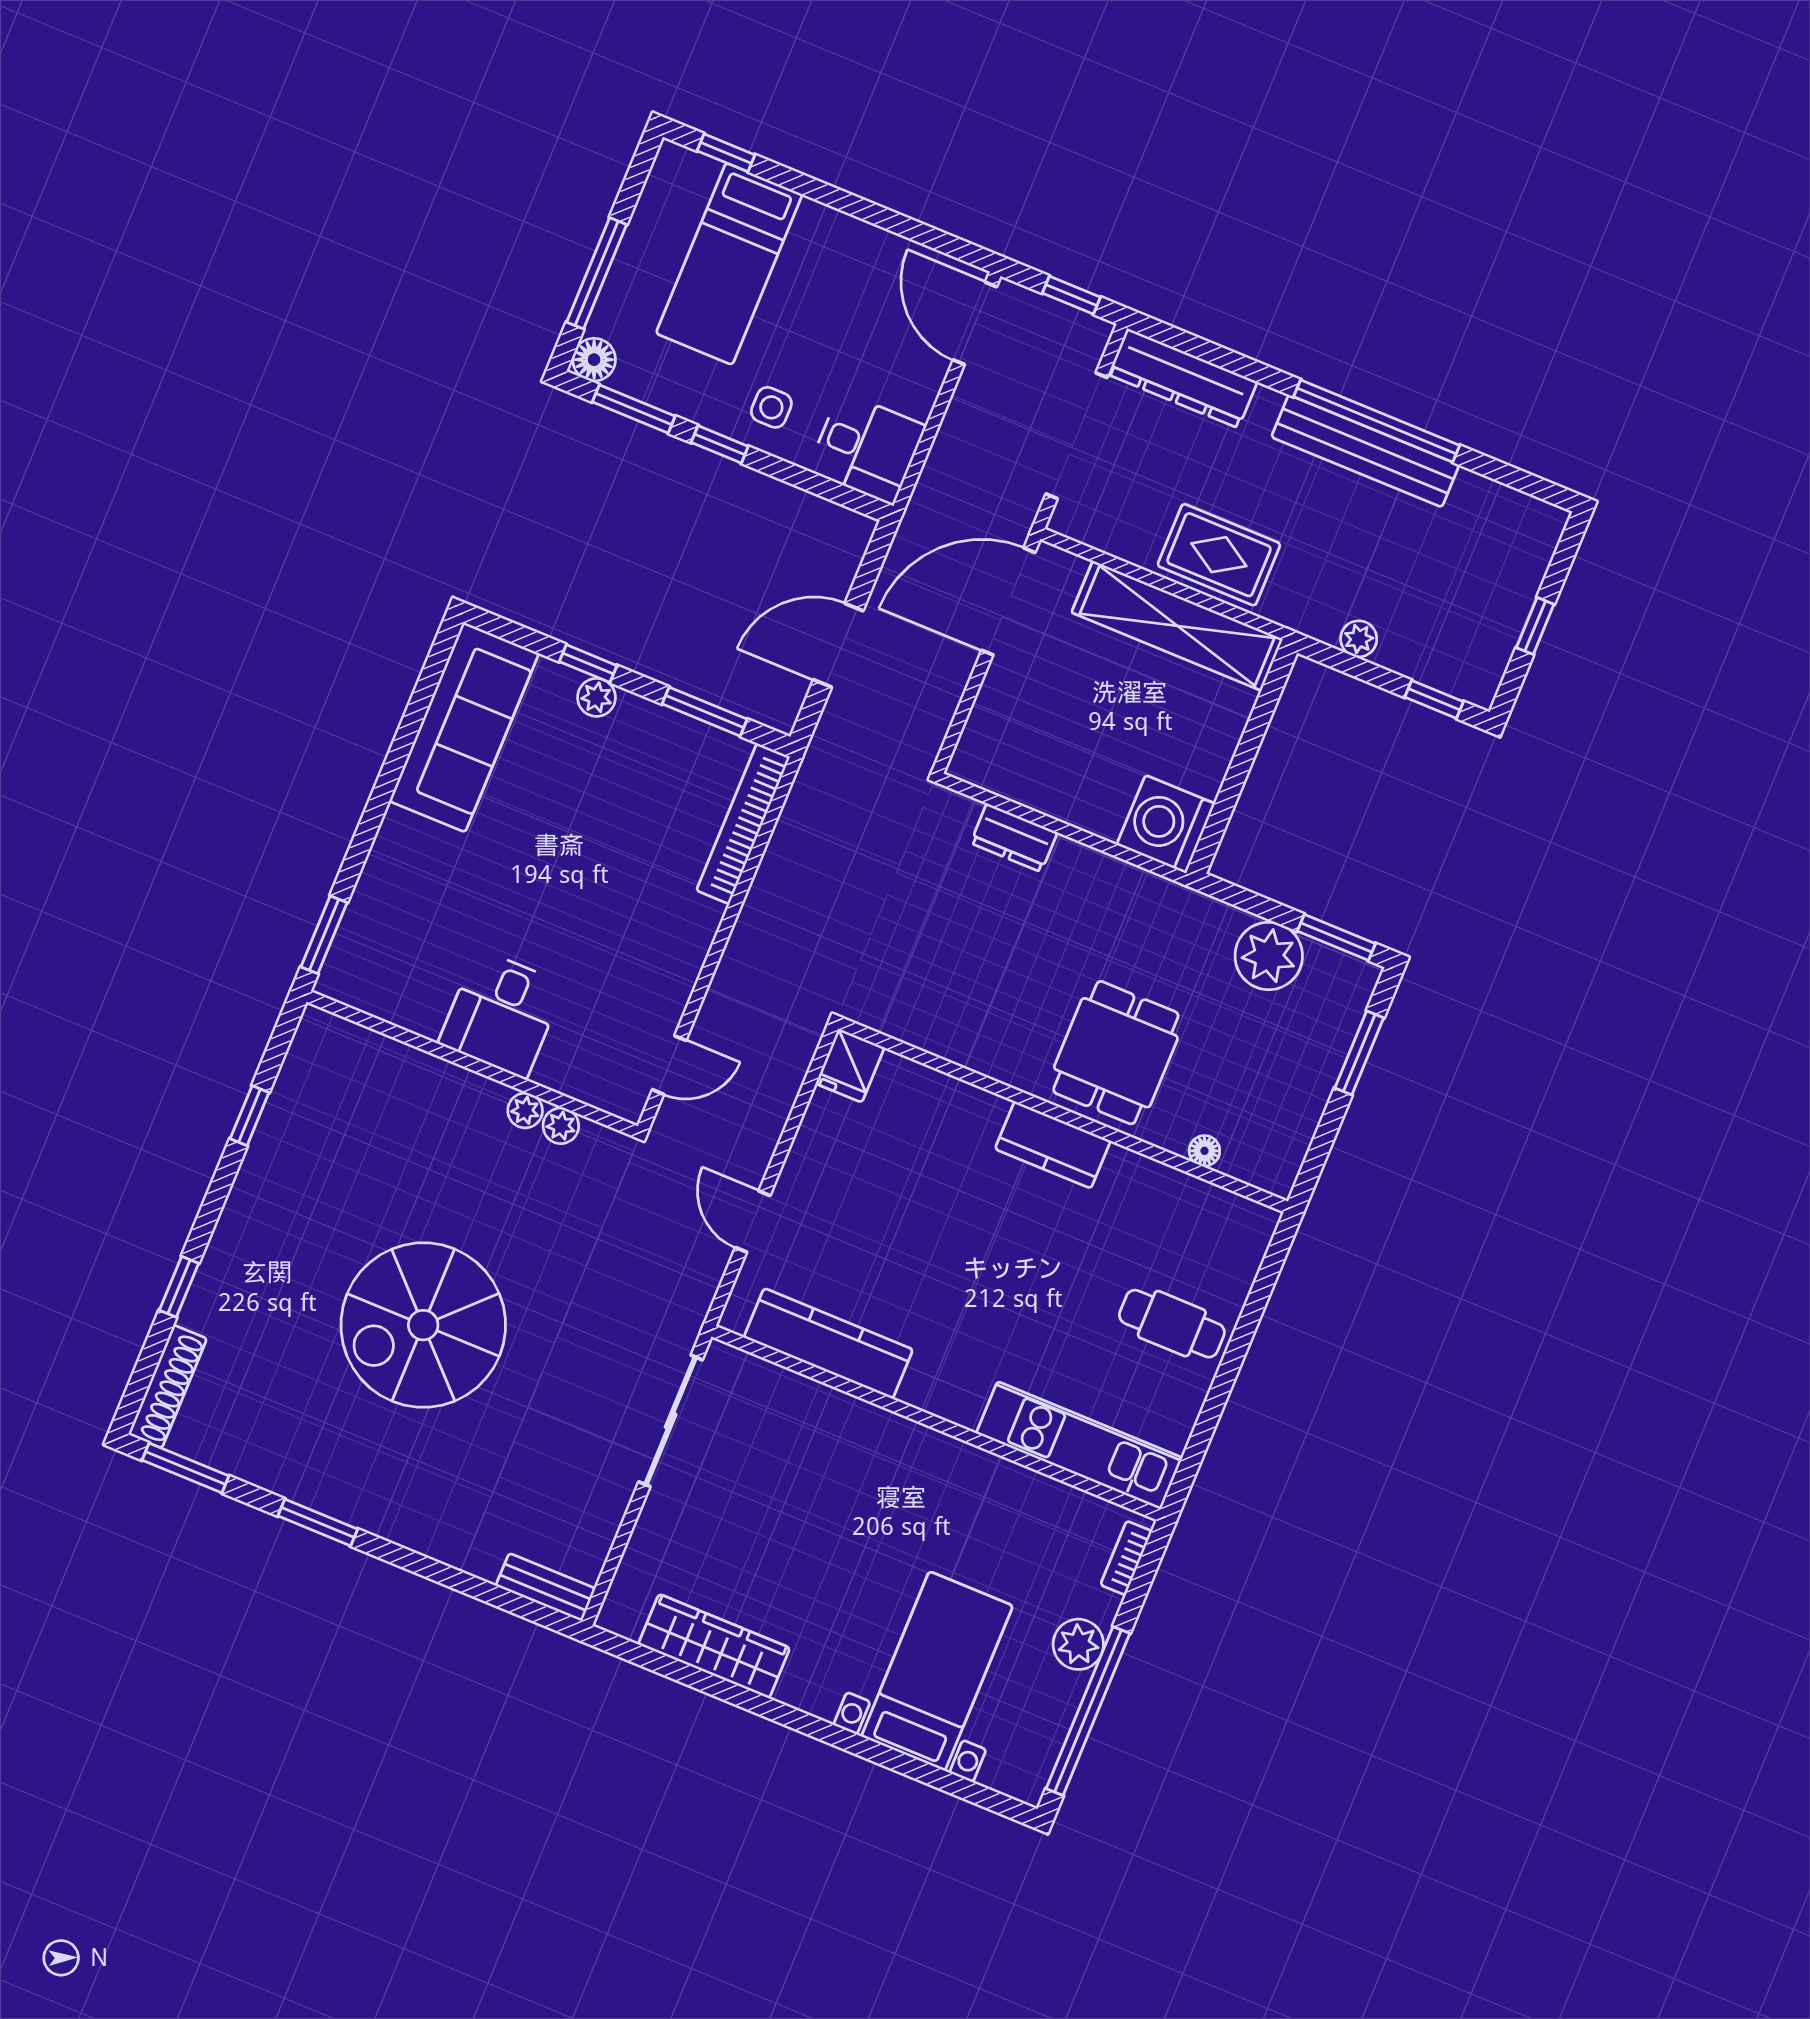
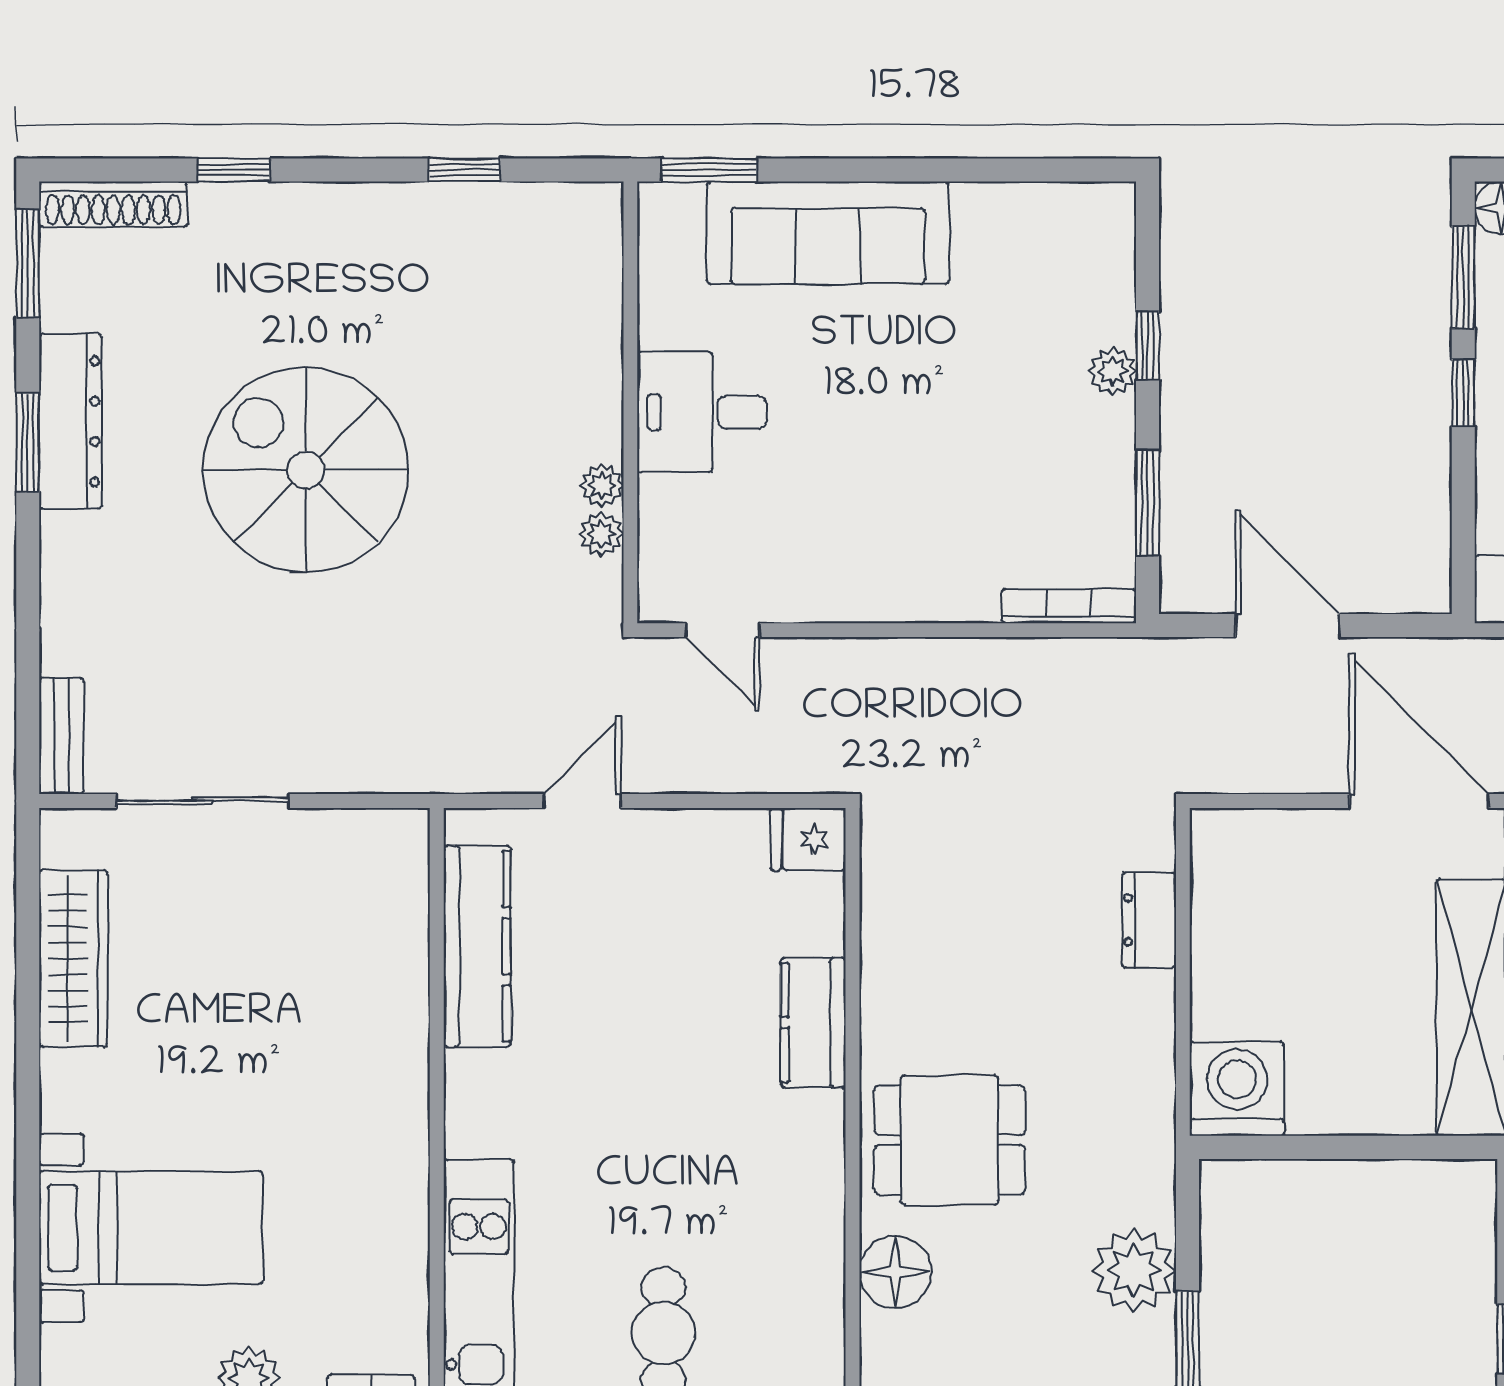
sofa: (464, 727) -> (828, 233), moved
bookcase: (743, 824) -> (1069, 606), width x0.68, depth x0.76
kitchen counter: (1053, 1145) -> (813, 1023), moved
floor lamp: (1204, 1151) -> (895, 1272), width x1.89, depth x1.89
sliding door: (671, 1421) -> (202, 801), moved
dresser: (315, 1484) -> (70, 421), added

